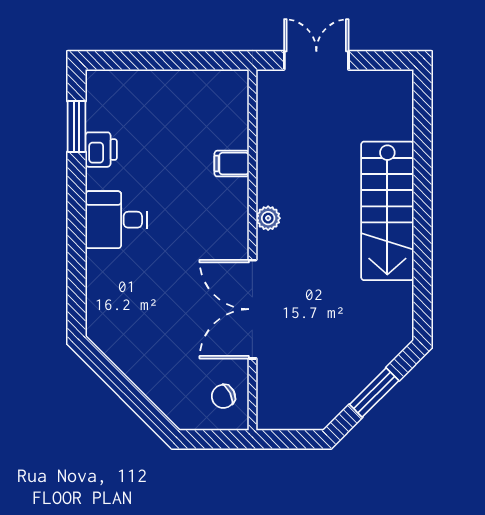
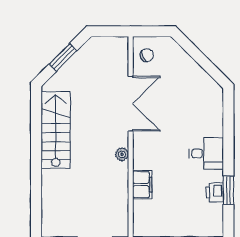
window: (77, 126) -> (228, 190), moved
filing cabinet: (232, 164) -> (142, 185), width x2.00
stairs: (387, 211) -> (56, 130), moved

